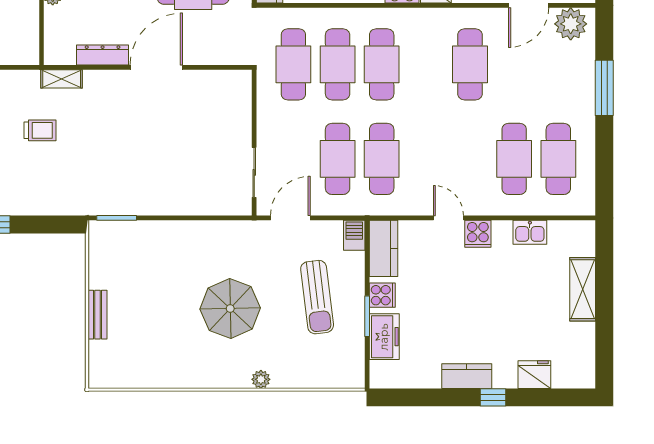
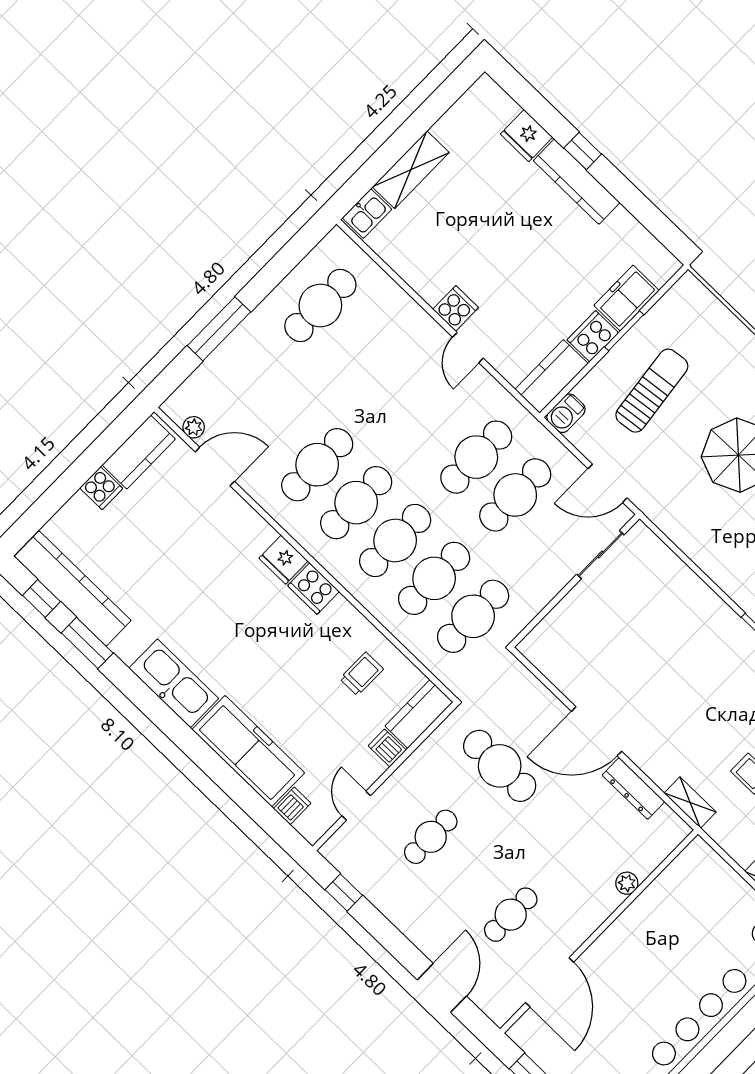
plant: (571, 24) -> (194, 427), width x0.53, depth x0.53
cafe table: (514, 159) -> (356, 503), moved
kitchen sink: (530, 232) -> (367, 214), moved, turned 90
cooker: (382, 295) -> (593, 336), width x1.36
kitchen counter: (467, 376) -> (577, 182), width x1.50

